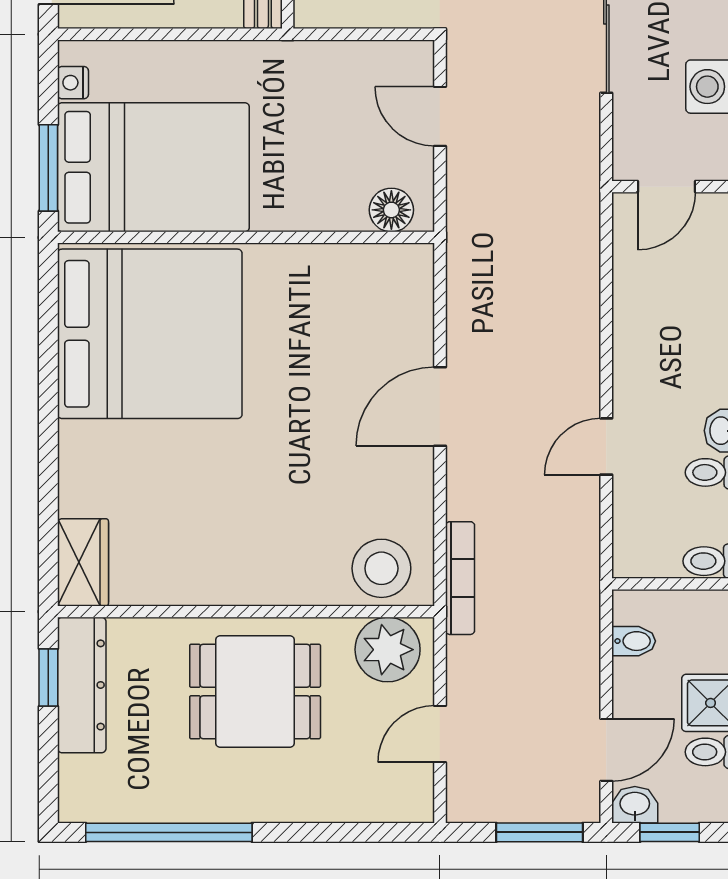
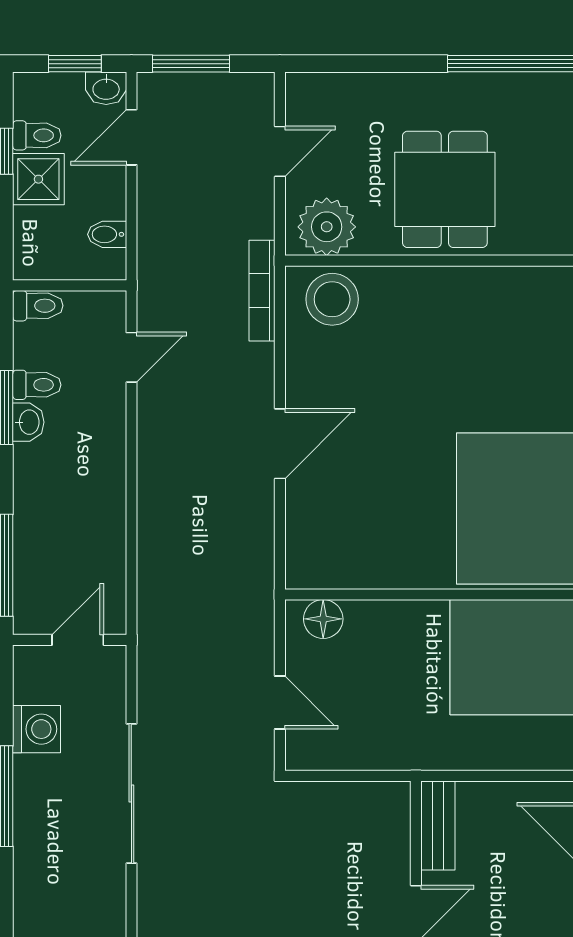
door: (606, 446) -> (131, 357), moved
dining table: (255, 691) -> (445, 189), turned 90

